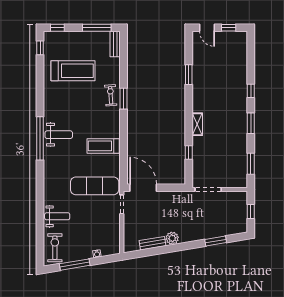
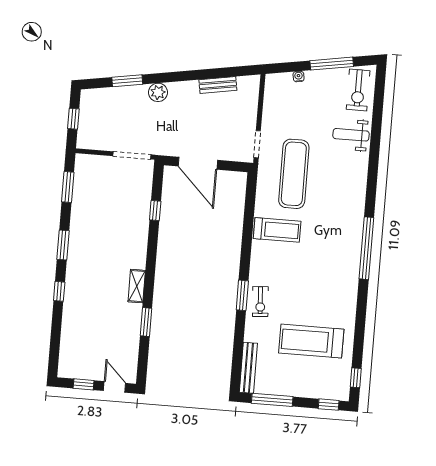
bench: (115, 44) -> (248, 368), width x1.36
shelving: (197, 124) -> (137, 286), moved
weight bench: (59, 135) -> (339, 251), removed
exercise mat: (95, 186) -> (294, 174), turned 90
door: (143, 188) -> (198, 163), moved
plant: (172, 238) -> (158, 92), moved

